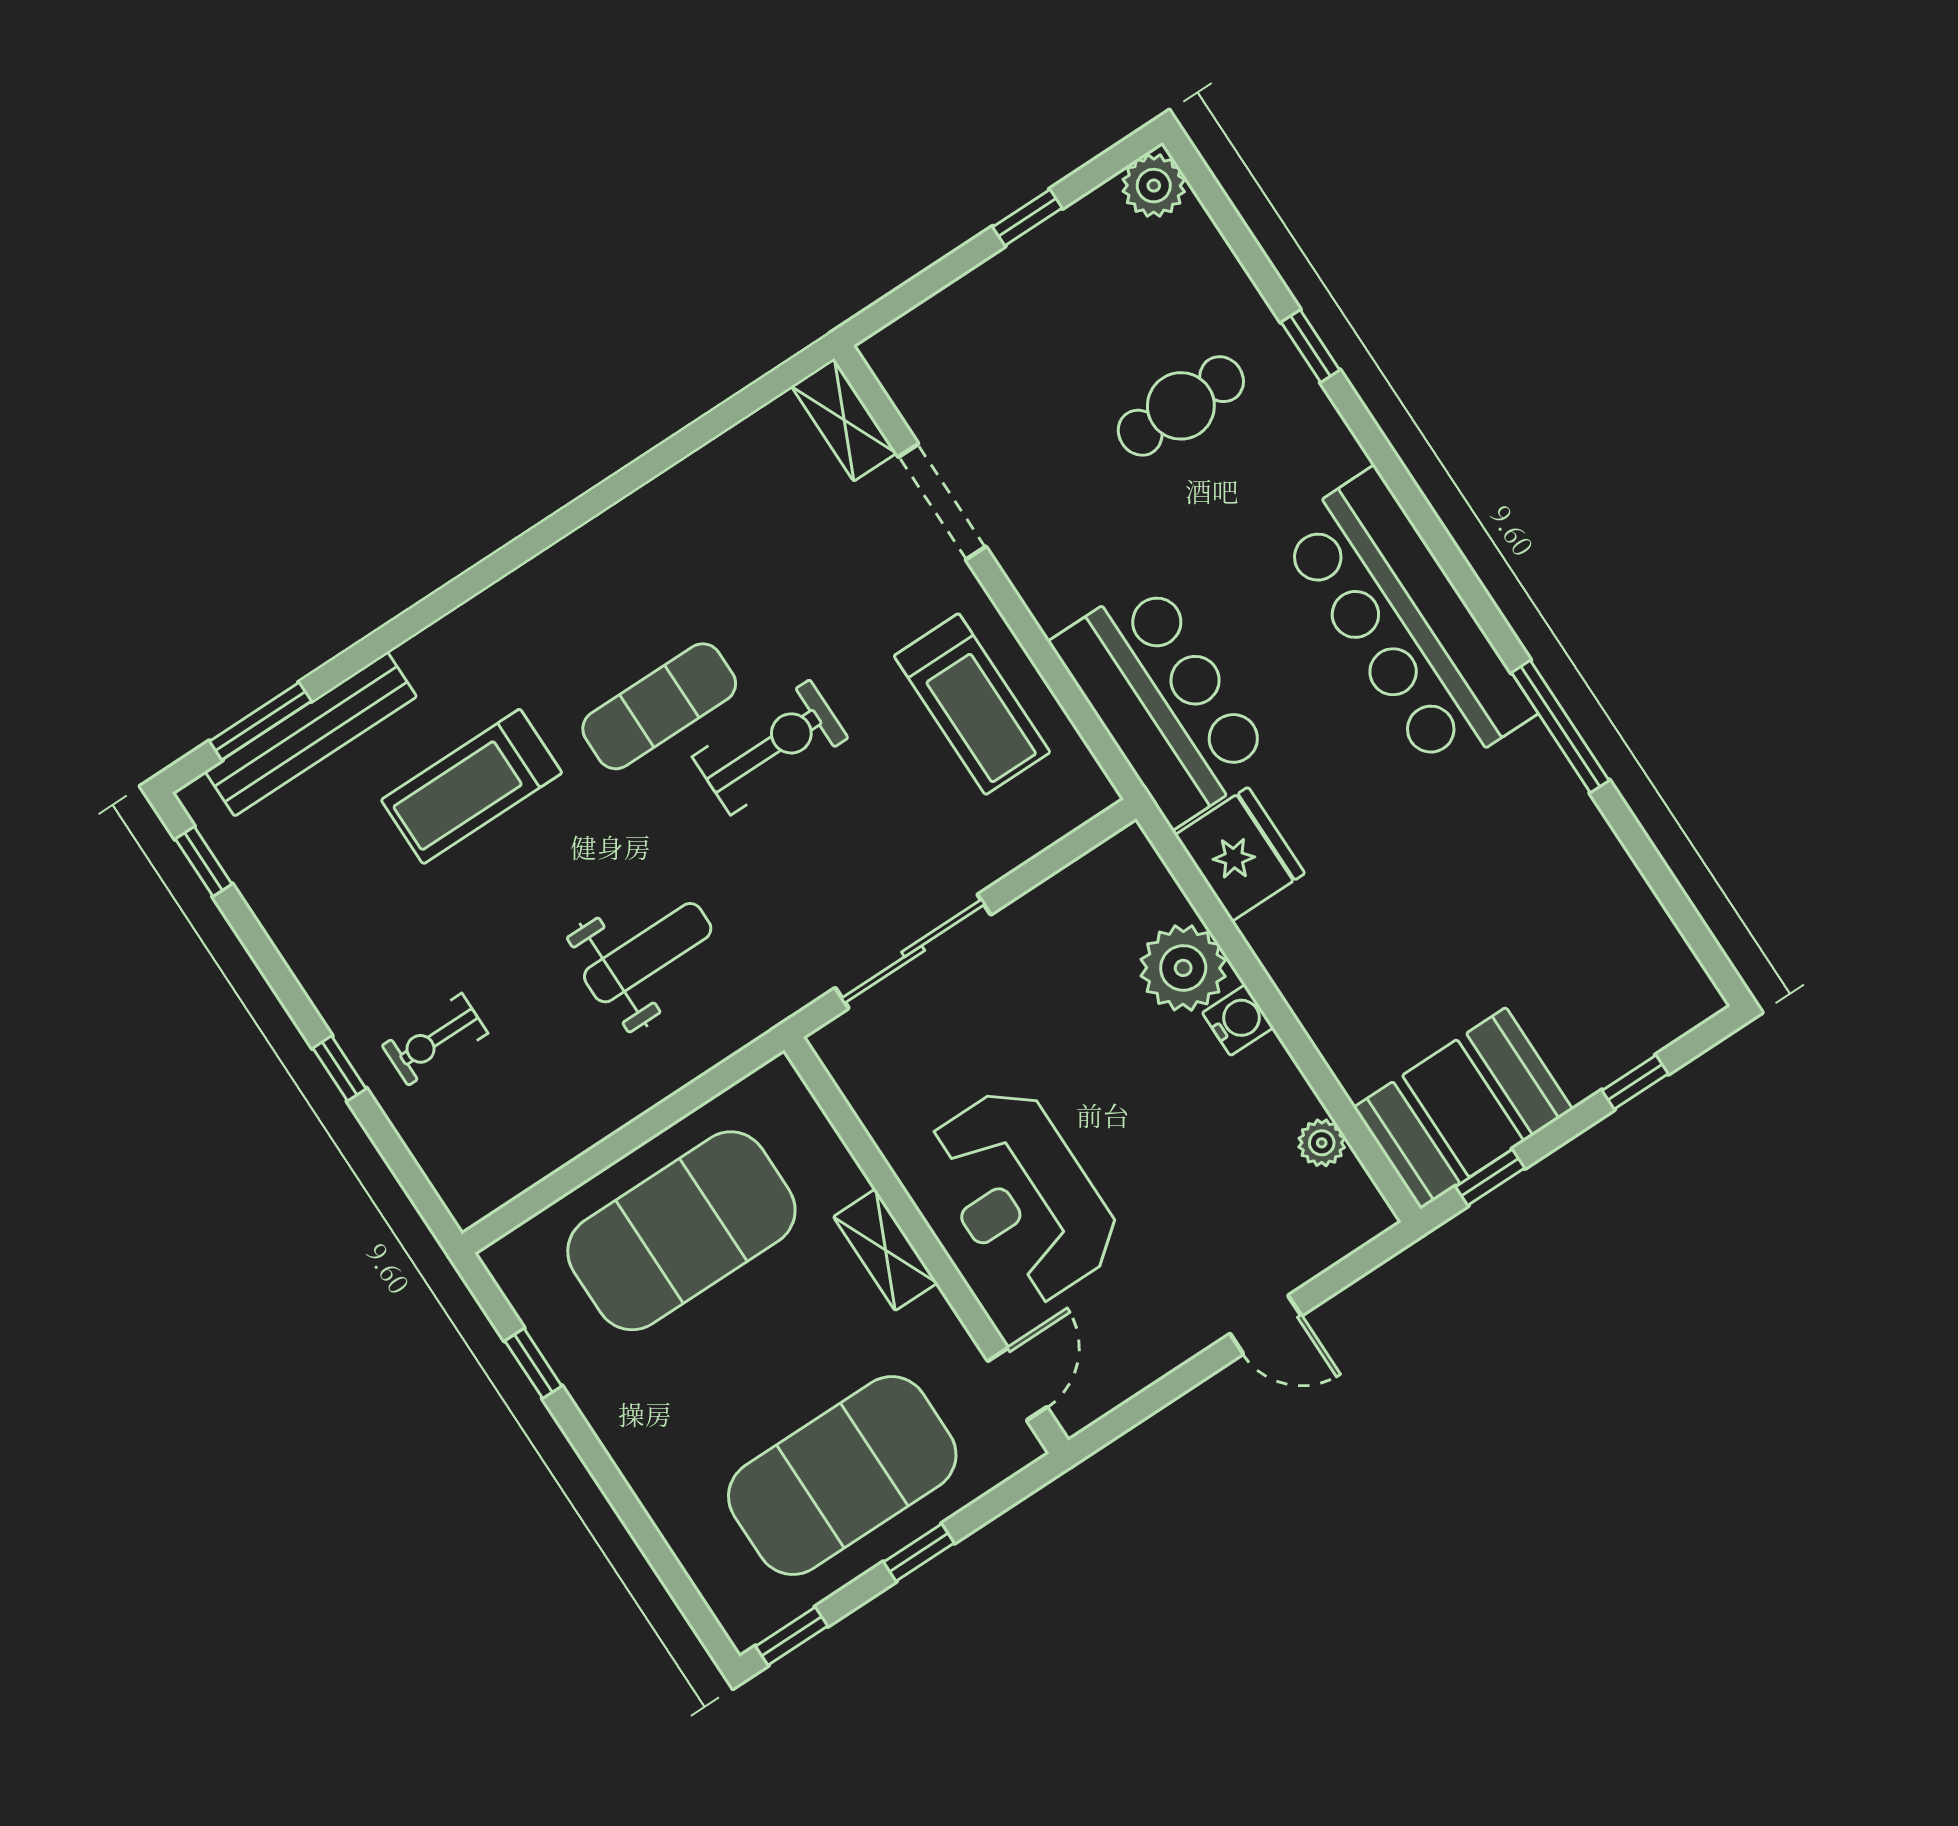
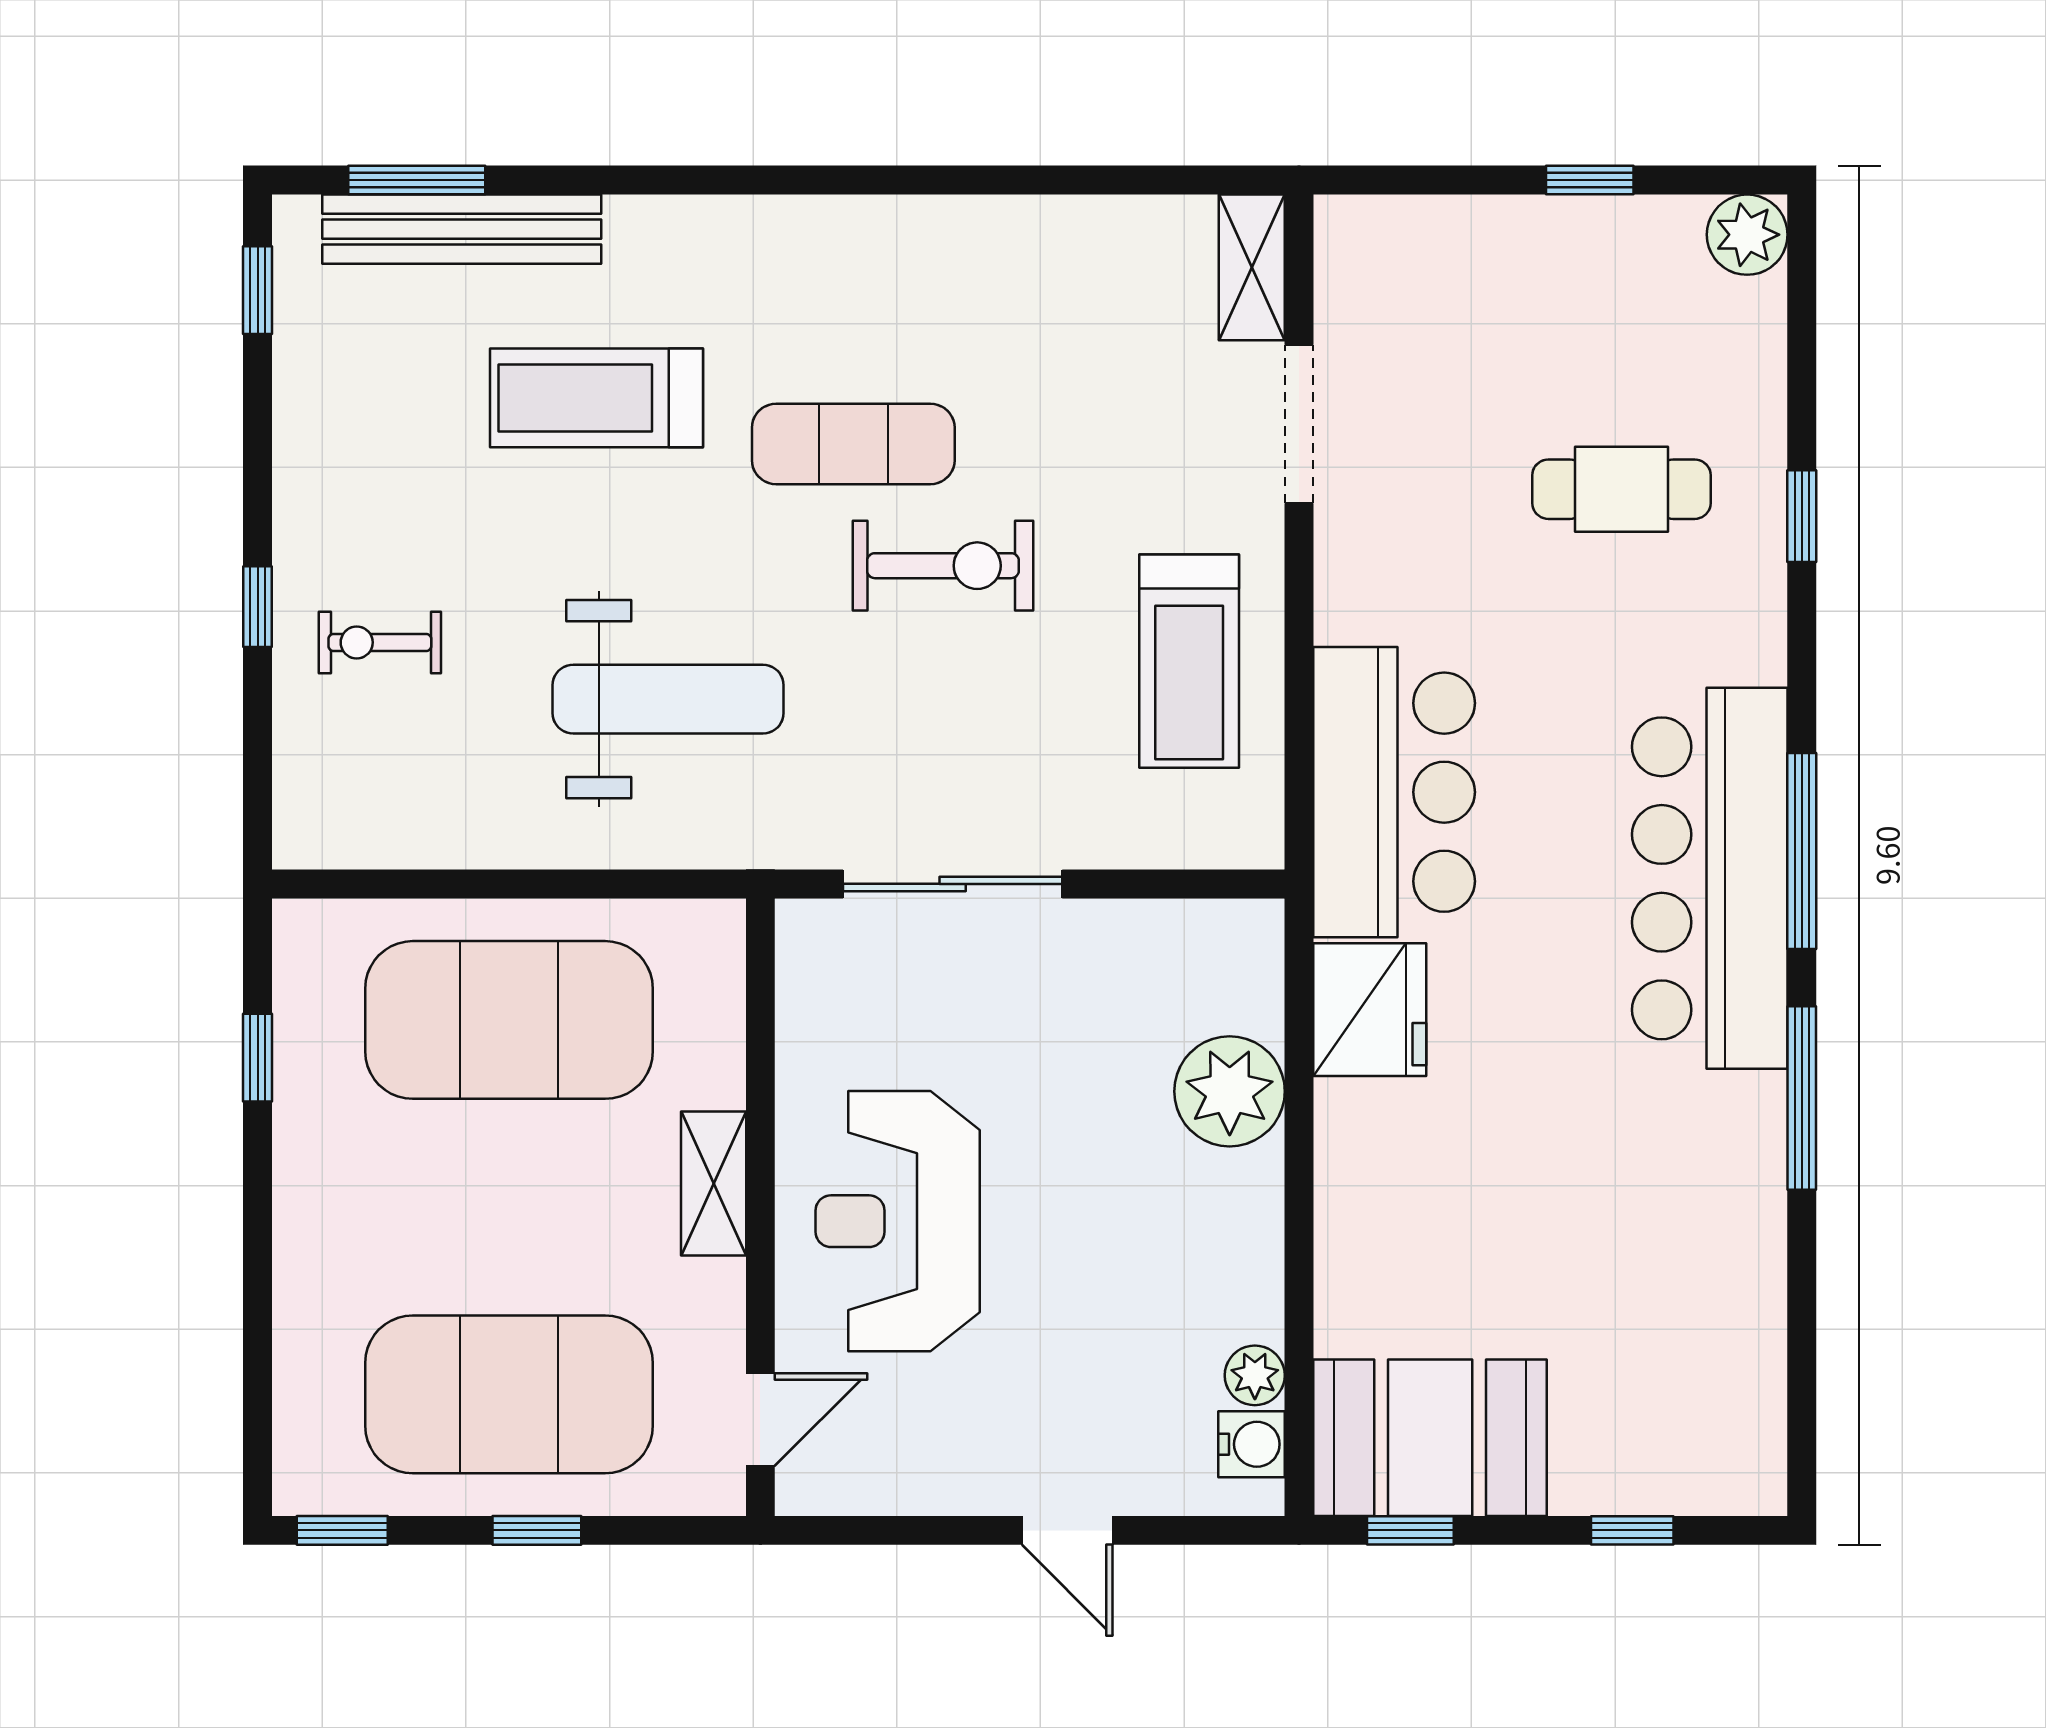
window: (1454, 565) -> (1802, 851), added
weight bench: (648, 953) -> (668, 699), width x1.36, depth x1.33
water cooler: (1238, 1020) -> (1251, 1444), moved

